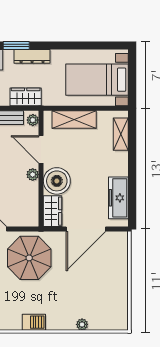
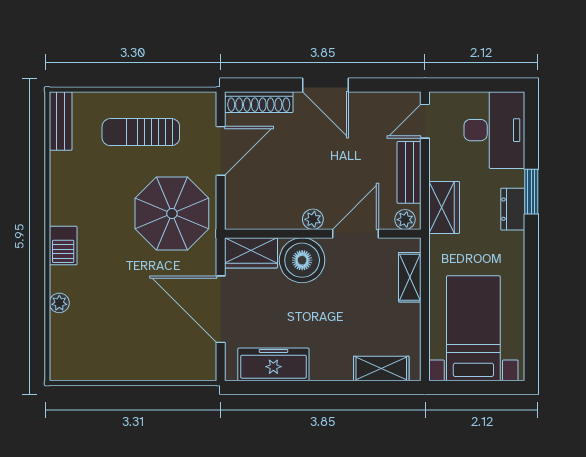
dresser: (32, 56) -> (513, 209), width x0.70
shelving: (74, 119) -> (410, 277), width x0.67, depth x0.75
barbecue: (34, 322) -> (63, 246), moved

